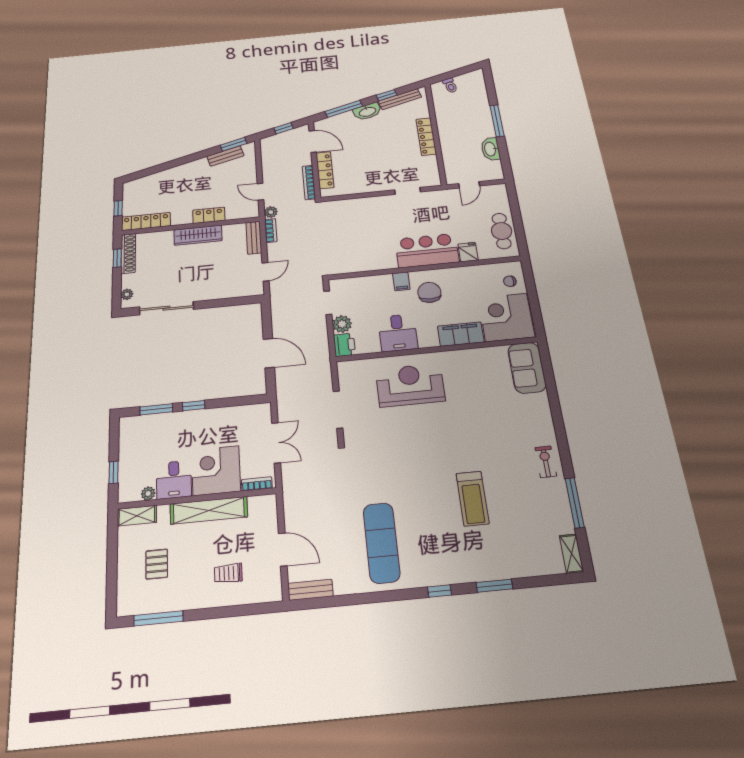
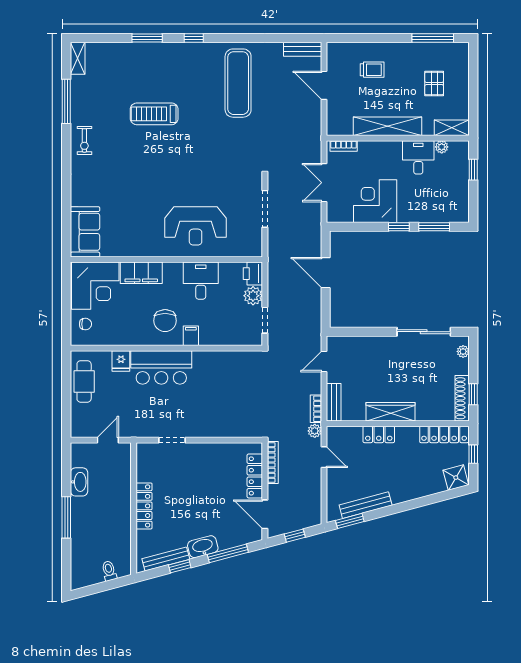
bench: (225, 156) -> (366, 505), width x1.36
shower: (135, 188) -> (456, 478), added
corner desk: (216, 471) -> (375, 201), moved, turned 180
treadmill: (472, 498) -> (154, 114), turned -90

